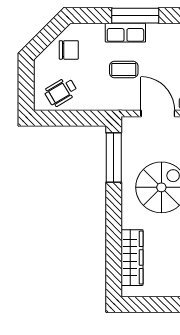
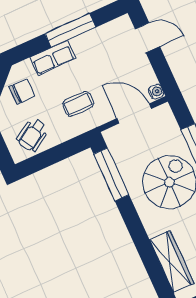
row of seats: (125, 33) -> (53, 58), moved
coffee table: (124, 70) -> (78, 104), moved

